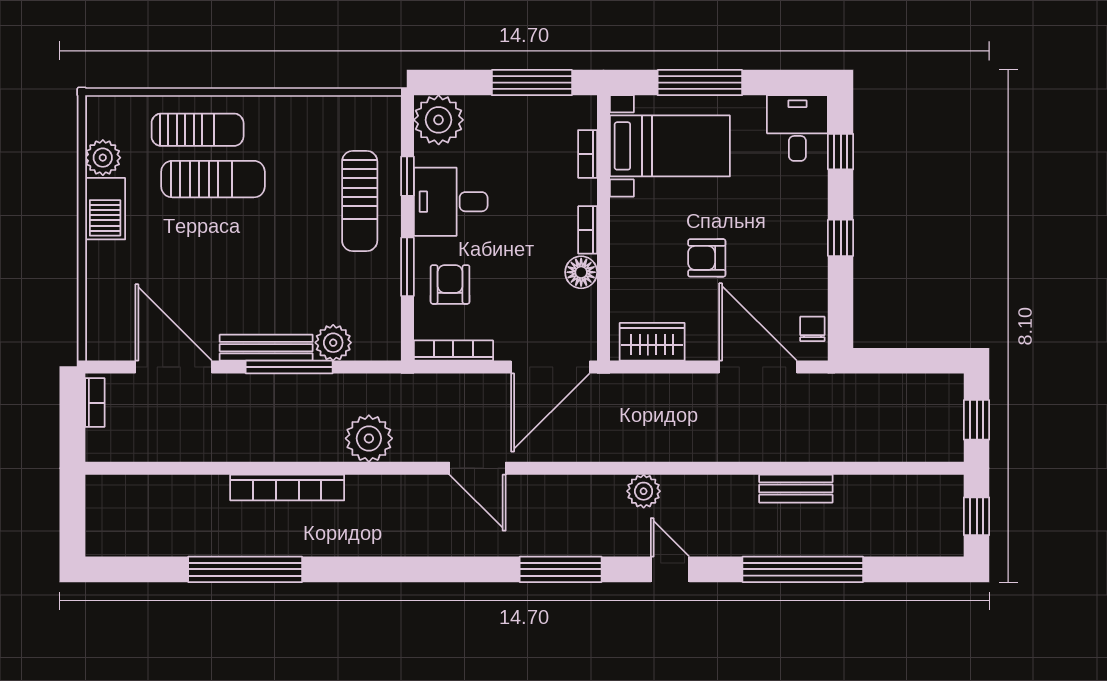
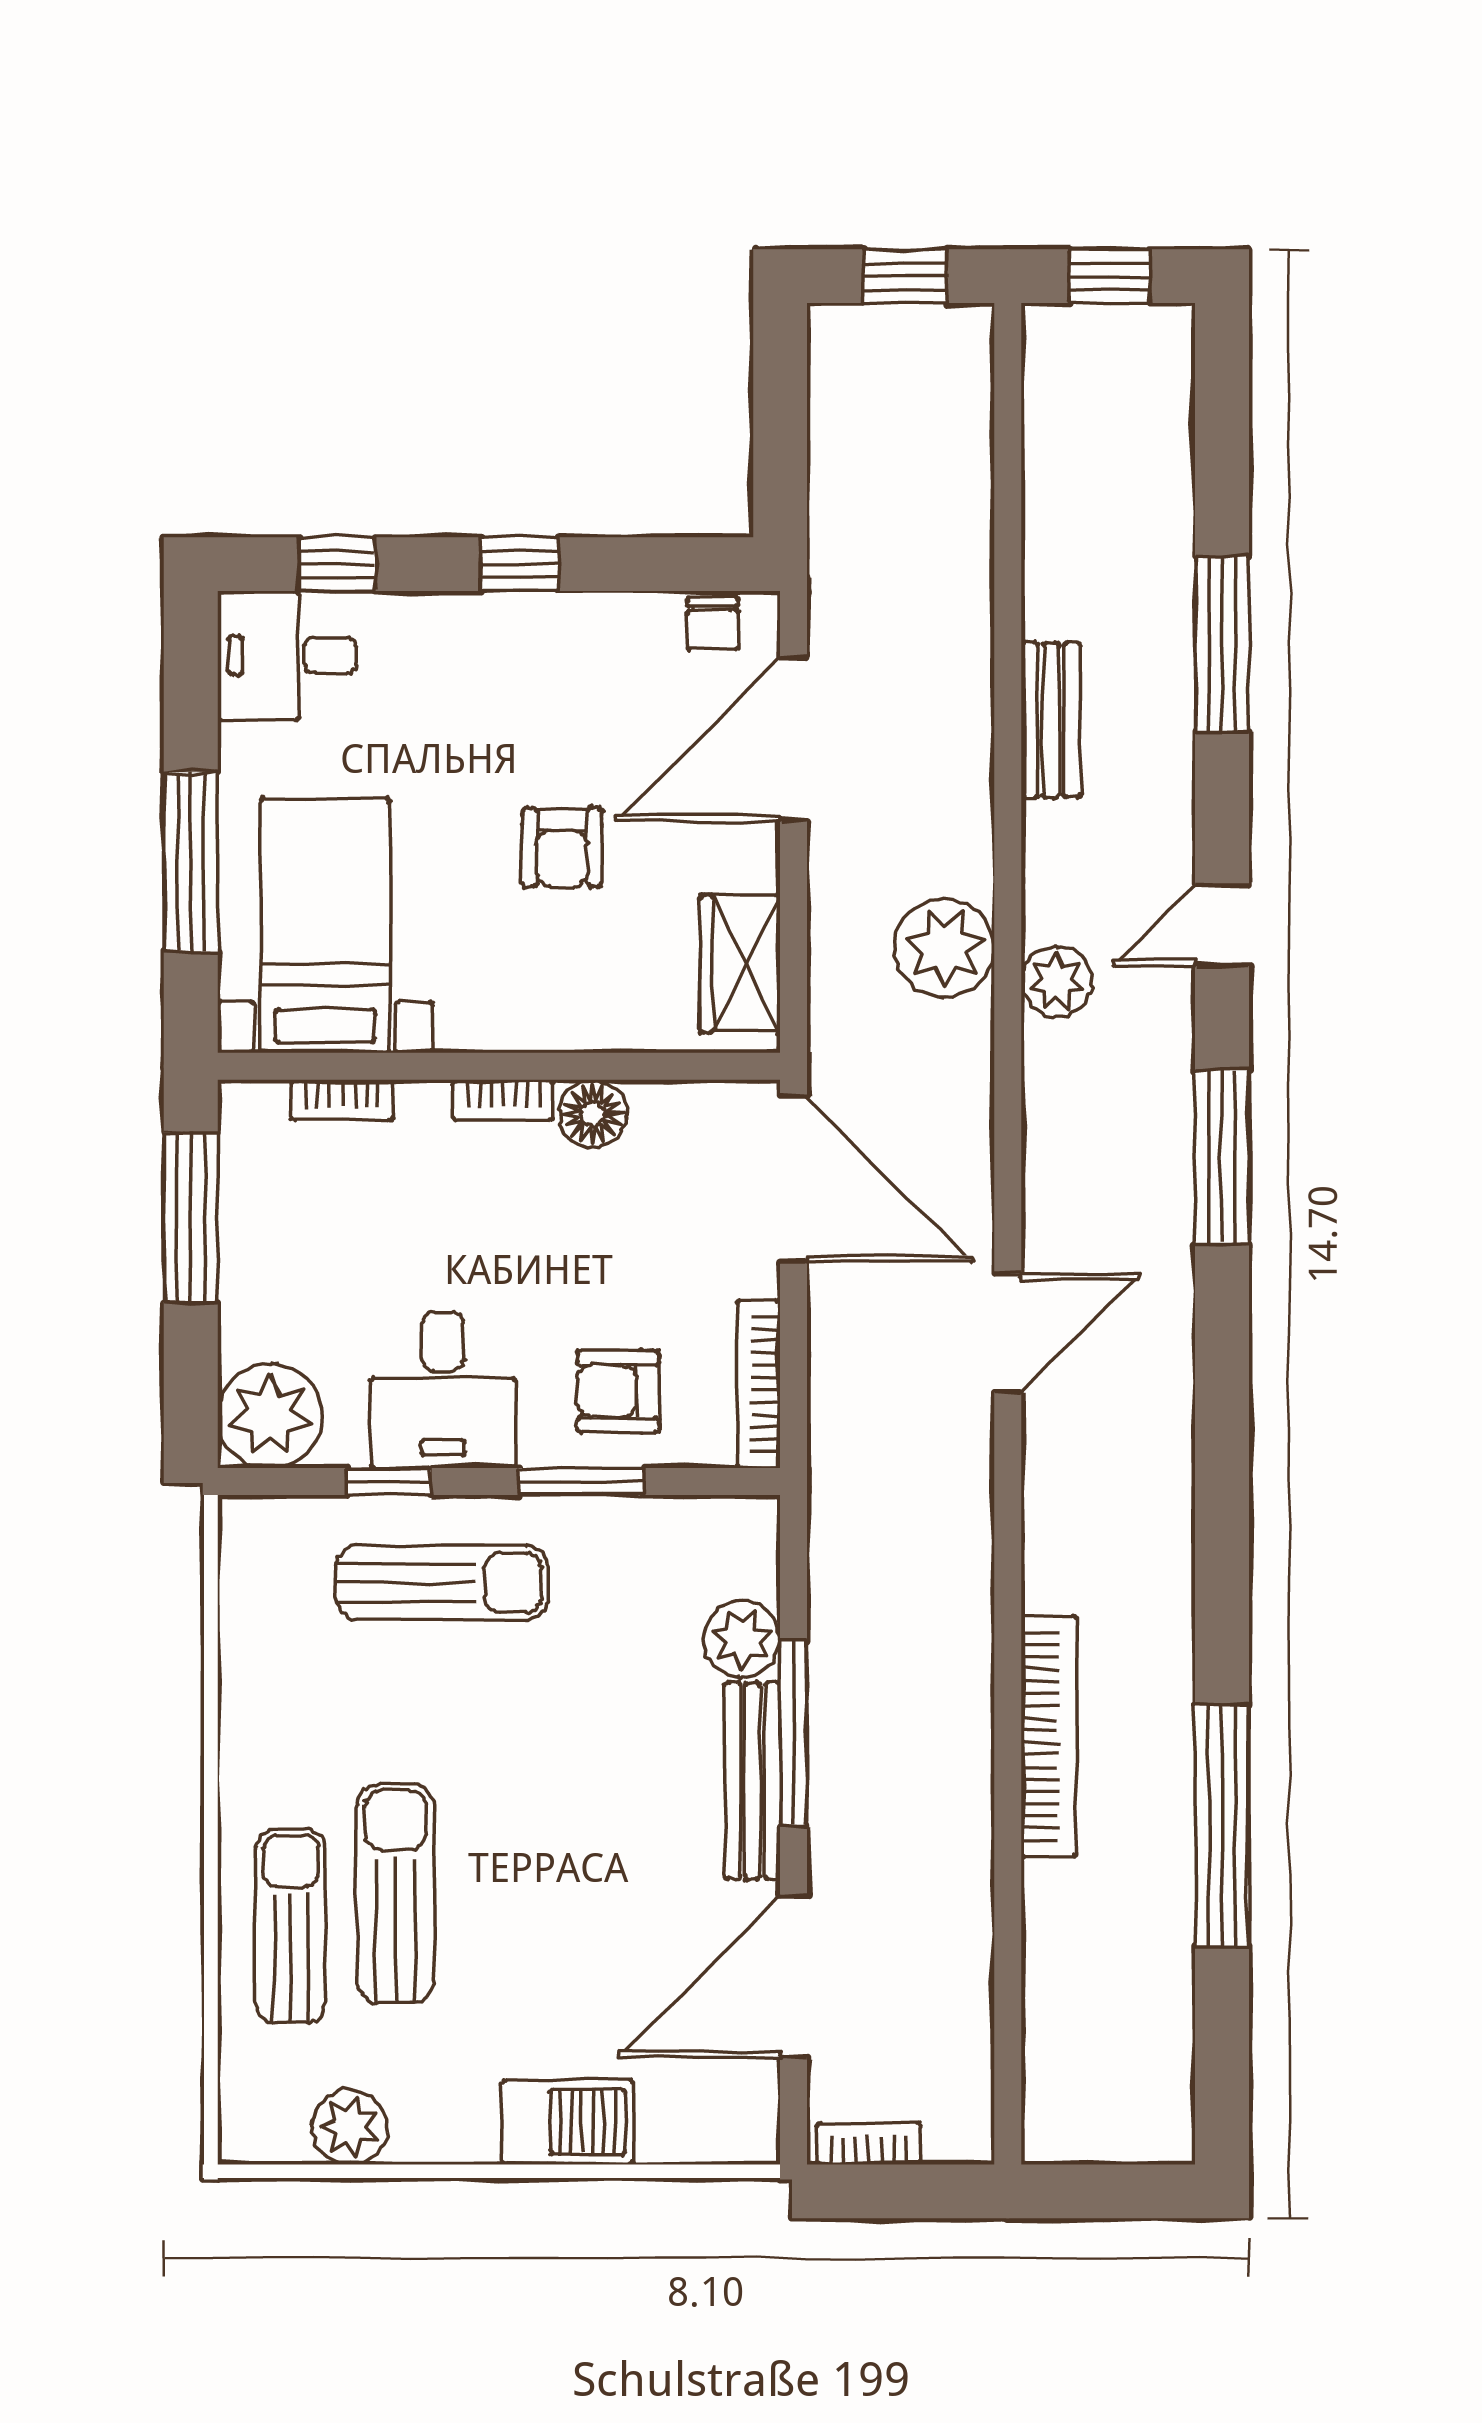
barbecue: (105, 209) -> (568, 2122), moved
chair: (812, 329) -> (713, 624), turned -90
plant: (369, 438) -> (945, 948), moved
bench: (796, 489) -> (1051, 720), moved
window: (803, 569) -> (1222, 644), width x0.68

